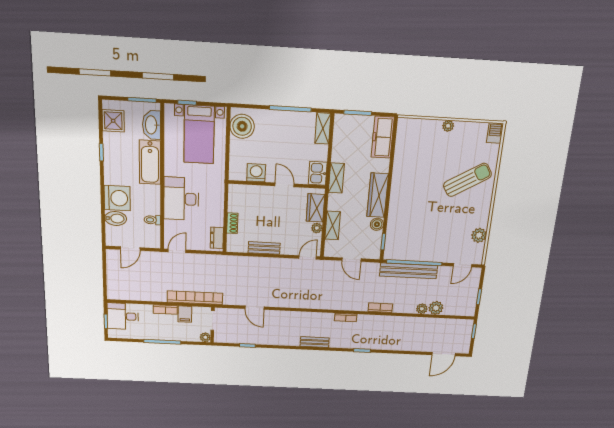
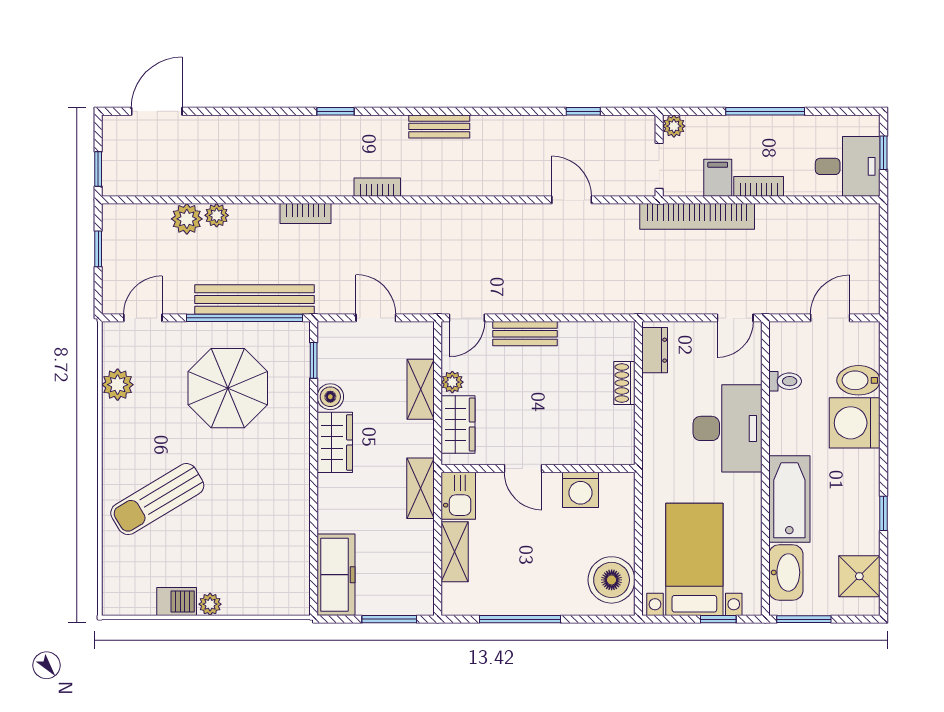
shelving: (323, 128) -> (455, 552), moved
barbecue: (495, 133) -> (177, 601), moved, turned -90
wardrobe: (378, 195) -> (335, 442), width x0.67
parasol: (426, 231) -> (228, 388), added
bench: (264, 248) -> (525, 334), moved

